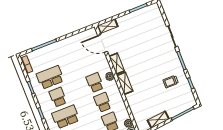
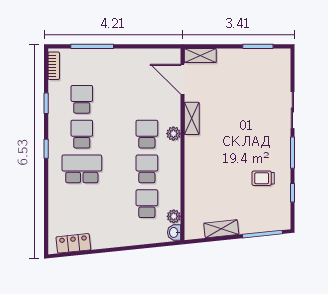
school desk: (50, 77) -> (82, 99), width x0.54
shelving: (125, 83) -> (192, 153), removed

